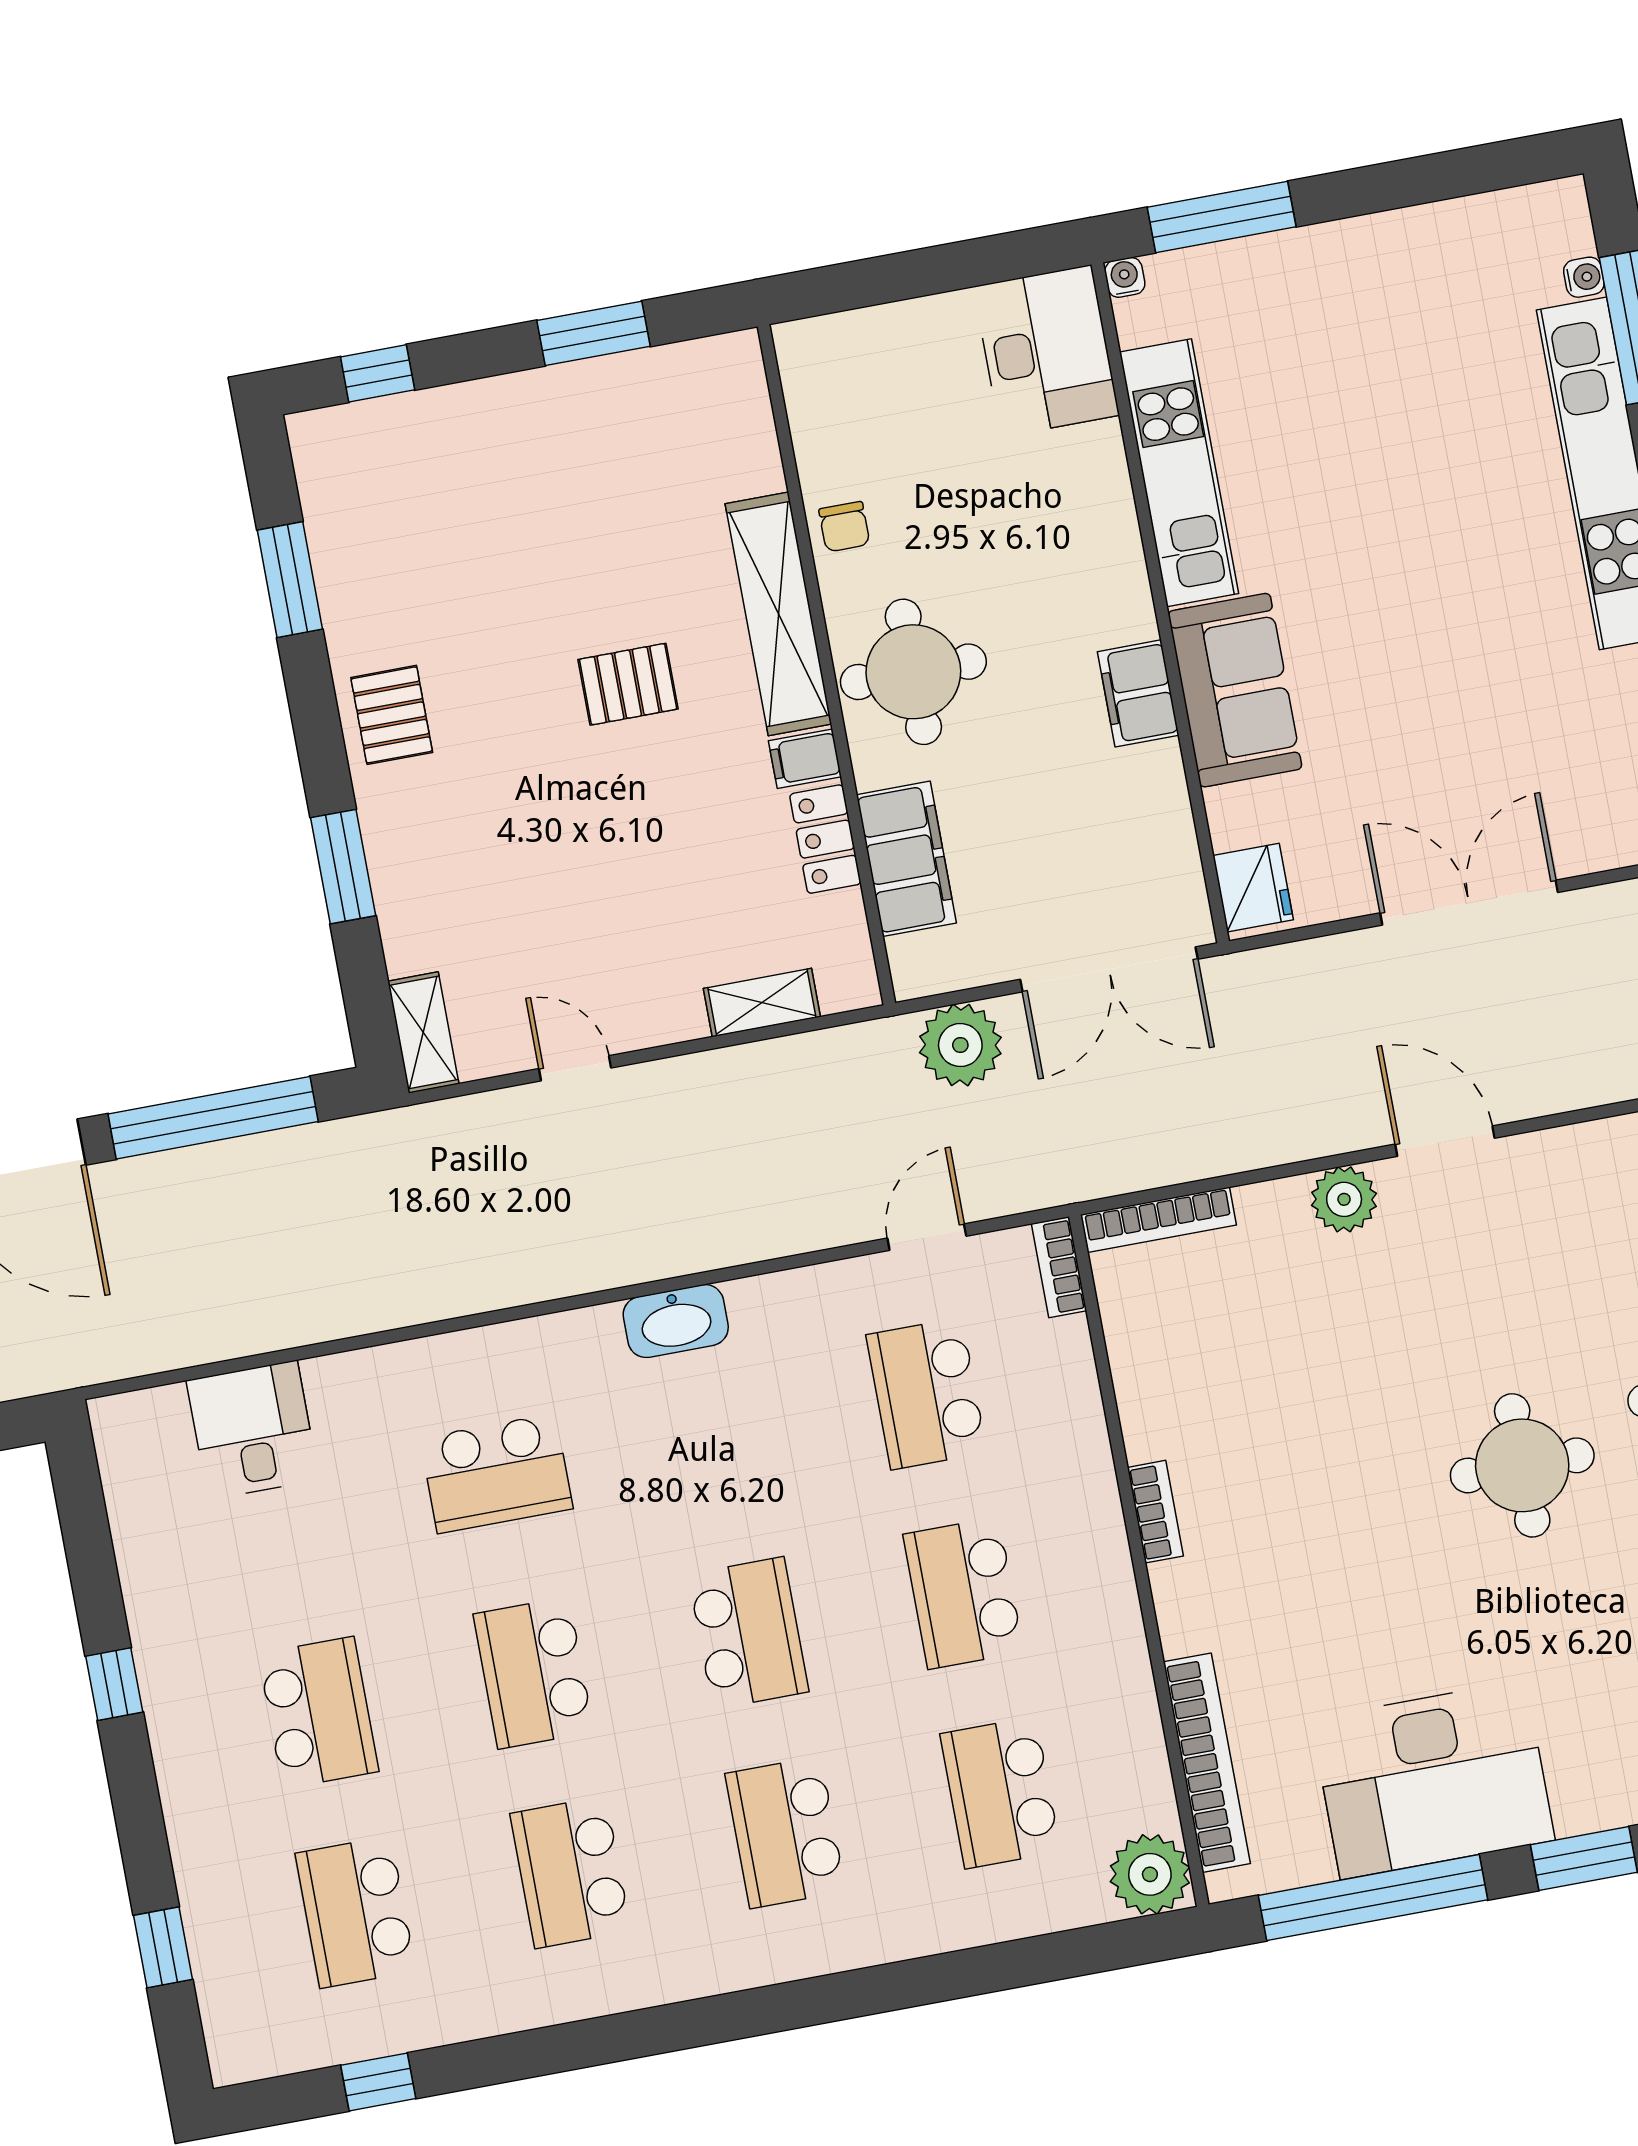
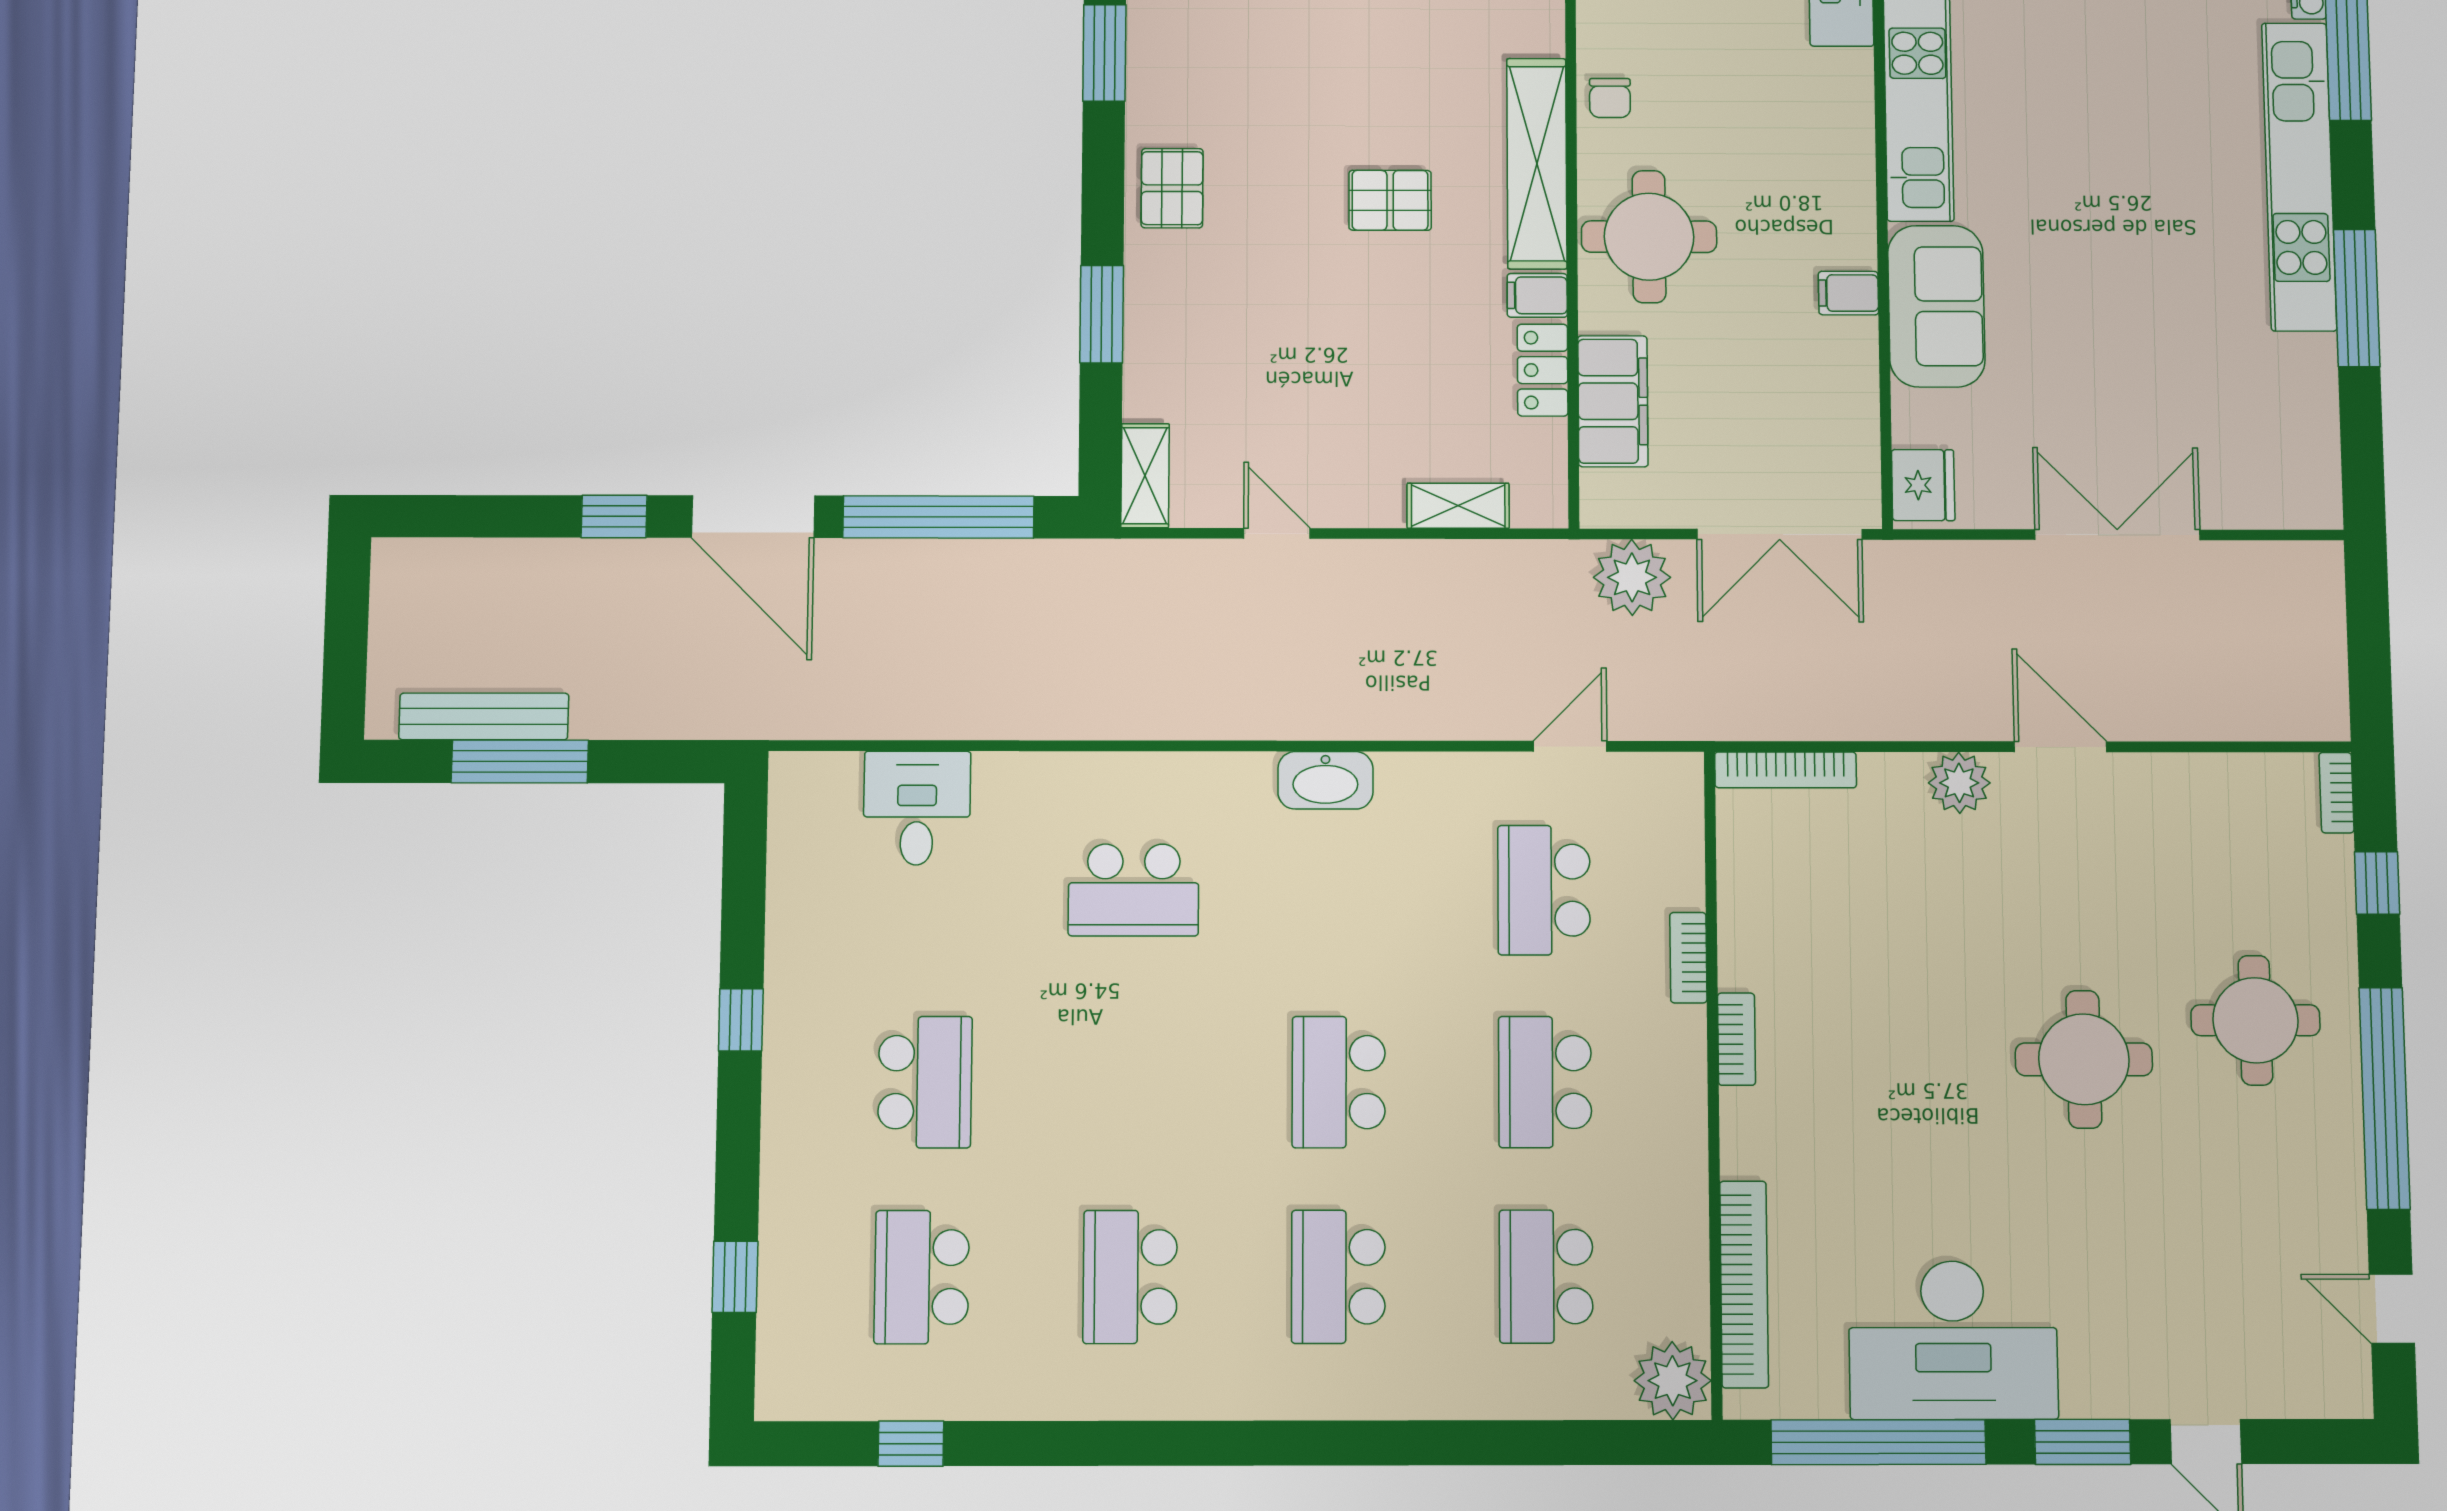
filing cabinet: (1138, 693) -> (1848, 293), width x0.50
bookcase: (1059, 1267) -> (1688, 958), moved
school desk: (748, 1633) -> (1339, 1082), turned 180
school desk: (533, 1673) -> (1132, 1082), removed

